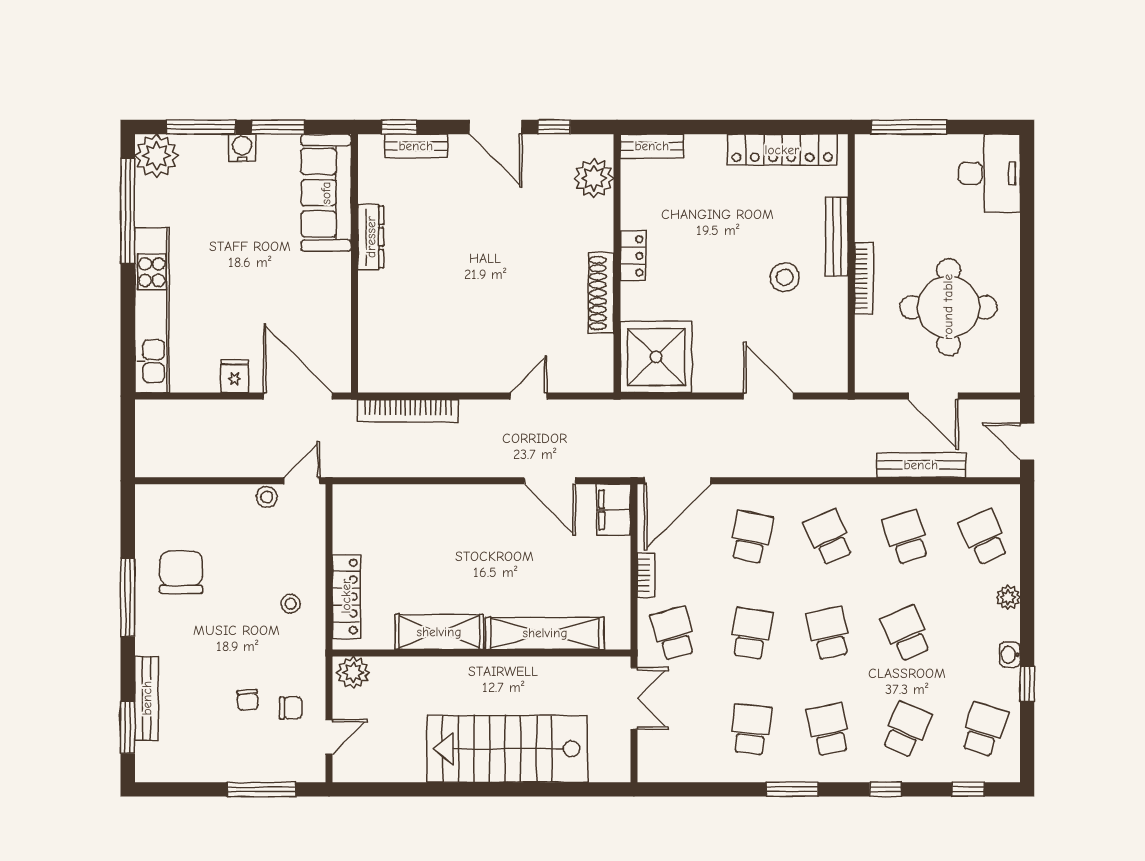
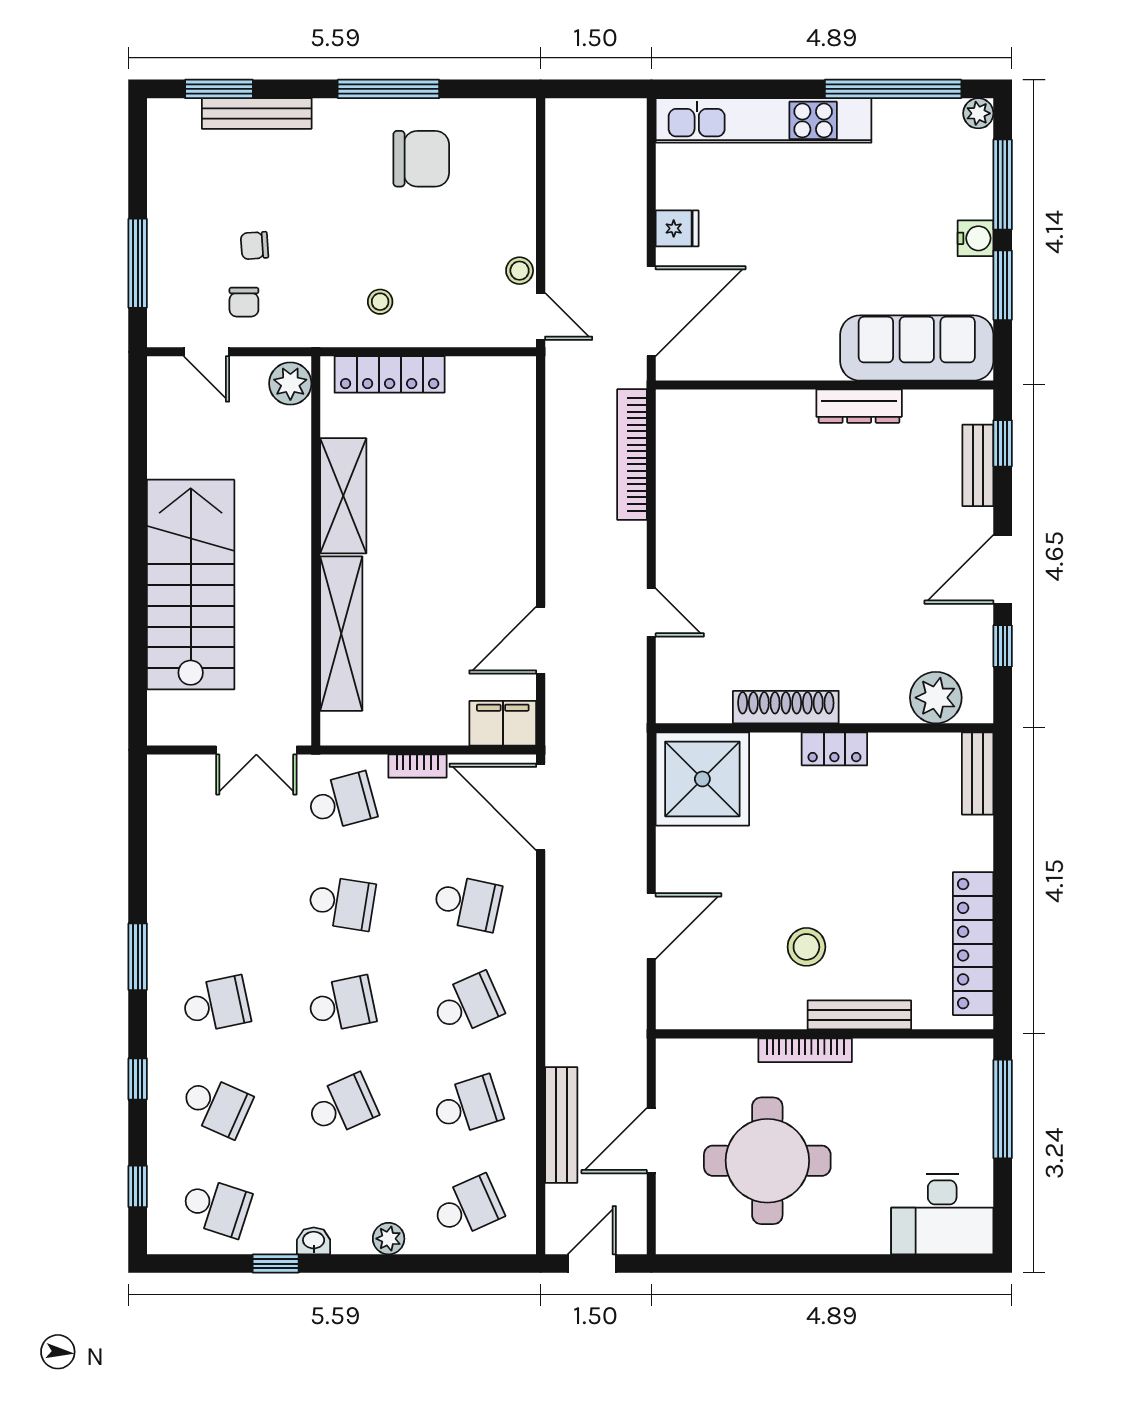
plant: (156, 156) -> (978, 113), width x0.53, depth x0.53
school desk: (751, 729) -> (216, 903), removed

